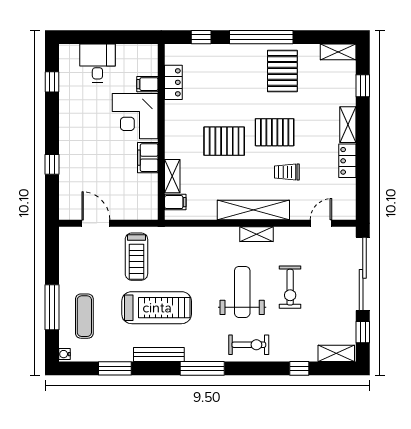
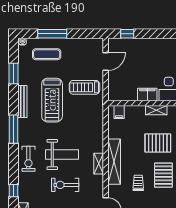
pallet: (224, 141) -> (158, 143), turned 90
window: (52, 164) -> (127, 34), moved
shelving: (172, 176) -> (156, 110), moved

